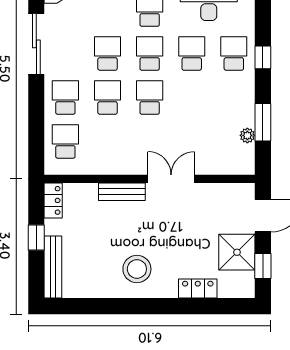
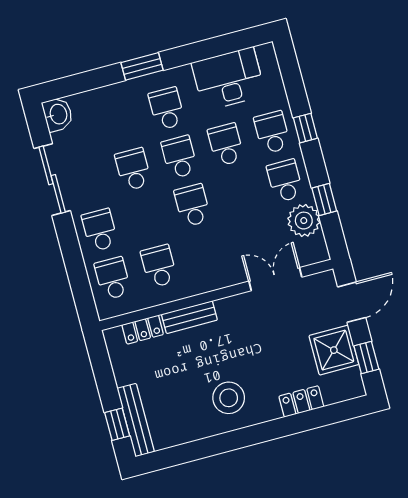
school desk: (108, 97) -> (159, 266), moved
school desk: (234, 97) -> (285, 181), added
window: (263, 122) -> (324, 200), width x0.67
plant: (247, 135) -> (304, 221), width x1.87, depth x1.87
double door: (171, 179) -> (275, 279), moved
locker: (53, 200) -> (143, 330), moved, turned 90
window: (36, 238) -> (117, 424), moved

